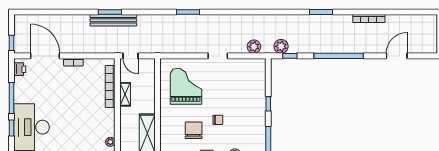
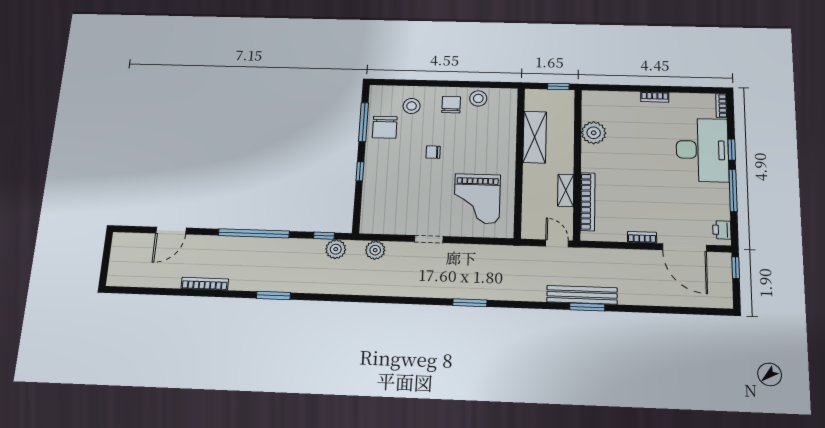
chair: (194, 130) -> (385, 127), moved
plant: (110, 142) -> (594, 133), width x1.87, depth x1.87

